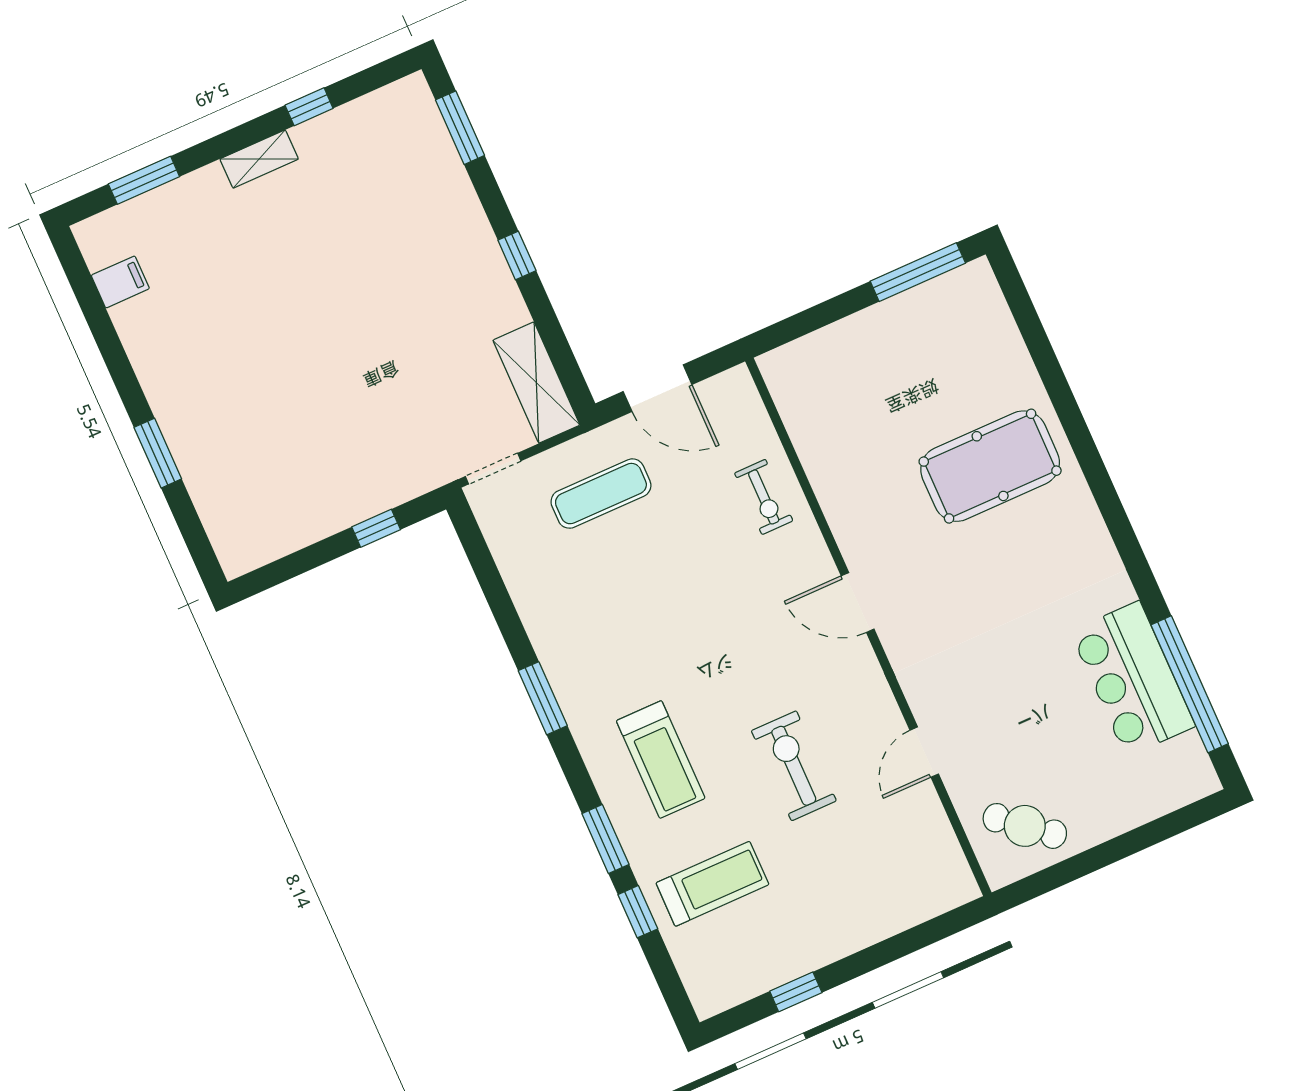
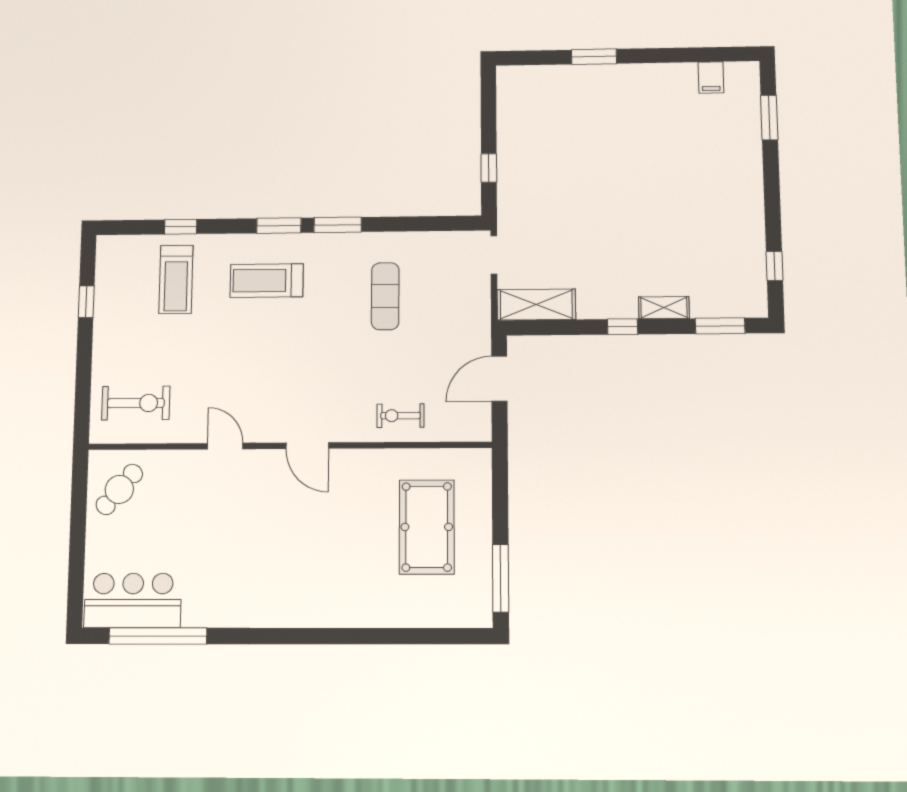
window: (309, 107) -> (774, 266), moved
shelving: (259, 159) -> (664, 308), moved, turned 90
pool table: (990, 466) -> (427, 527), moved
exercise mat: (601, 494) -> (385, 296), moved
door: (858, 602) -> (307, 446), swing flipped
bar counter: (1133, 679) -> (133, 600), moved
door: (924, 752) -> (225, 446), moved
exercise bike: (794, 766) -> (136, 403), moved
window: (605, 839) -> (279, 226), moved

